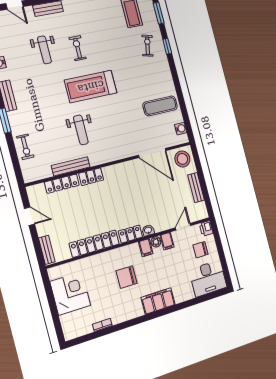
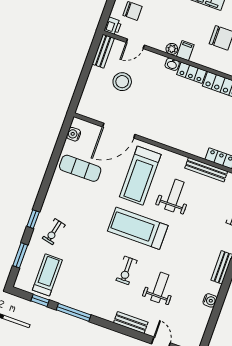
treadmill: (91, 87) -> (138, 228), turned 180
treadmill: (115, 129) -> (140, 176), added
door: (152, 153) -> (119, 131), swing flipped
stool: (182, 159) -> (122, 82), moved
locker: (91, 177) -> (193, 148), removed
bench: (196, 187) -> (103, 51), moved
filing cabinet: (167, 241) -> (160, 42), removed

